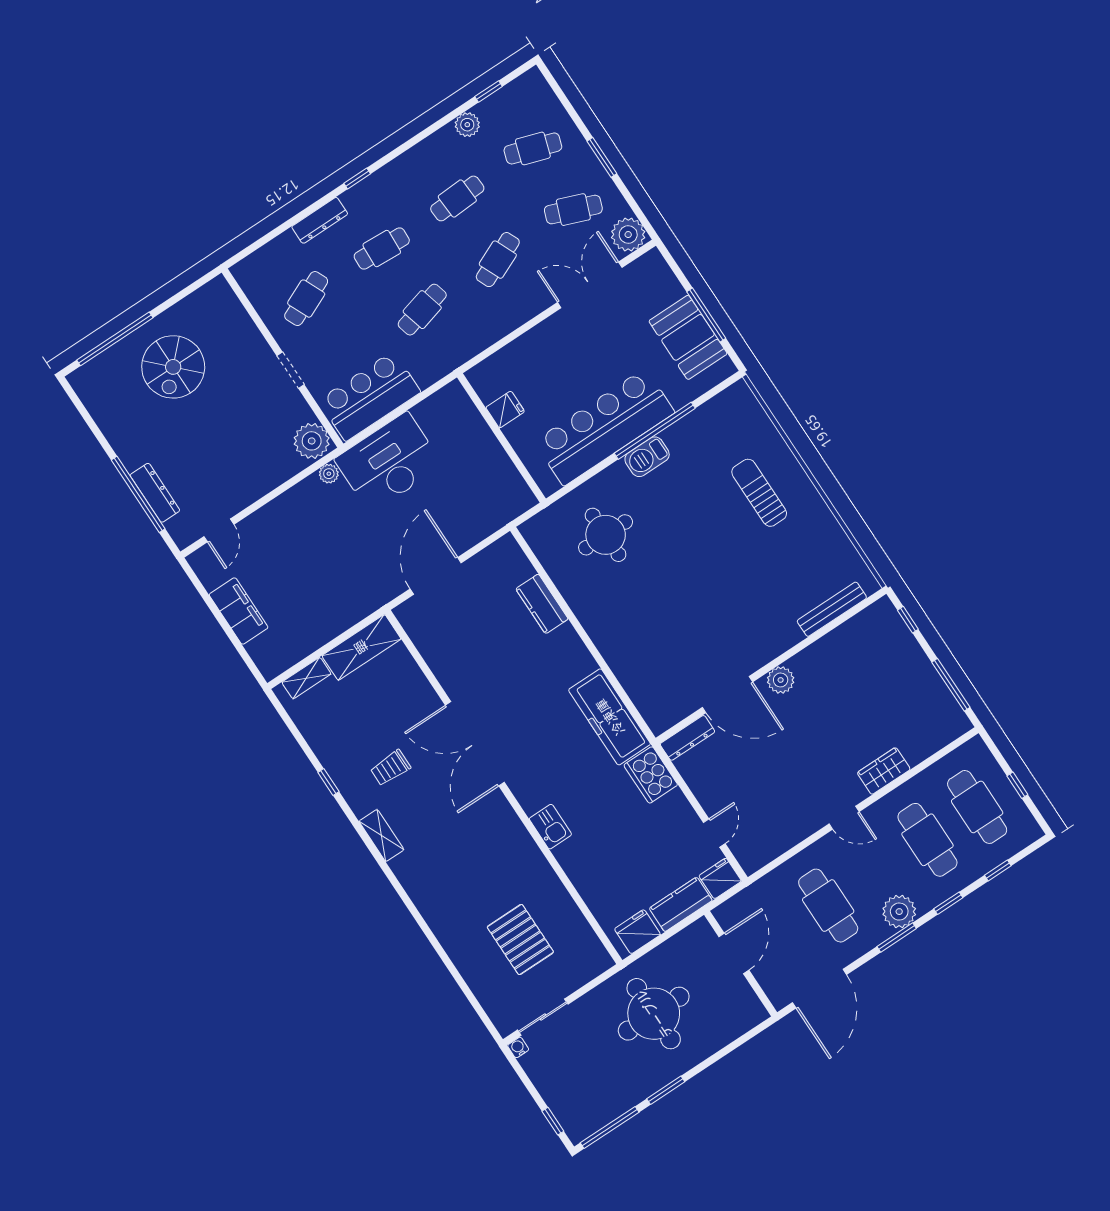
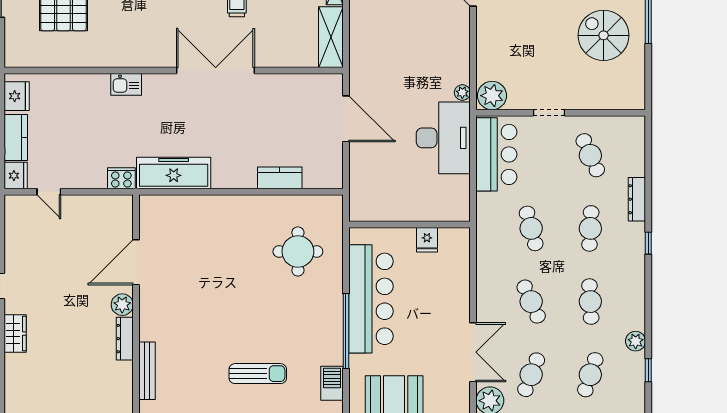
barbecue: (647, 457) -> (332, 383), moved
dresser: (687, 738) -> (125, 339), moved
cooker: (651, 775) -> (121, 178), width x0.73, depth x0.76

